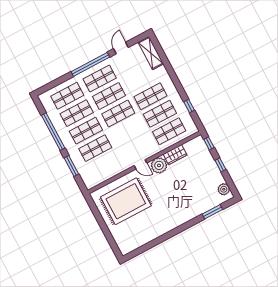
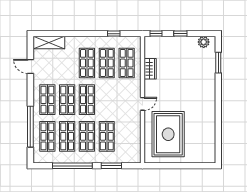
window: (90, 64) -> (30, 127), moved
plant: (159, 165) -> (152, 88), removed

